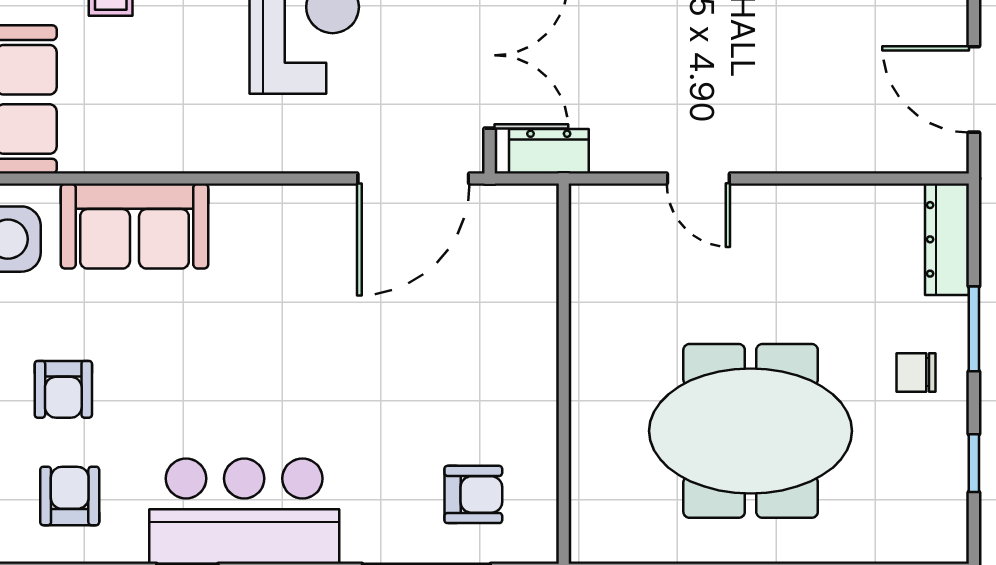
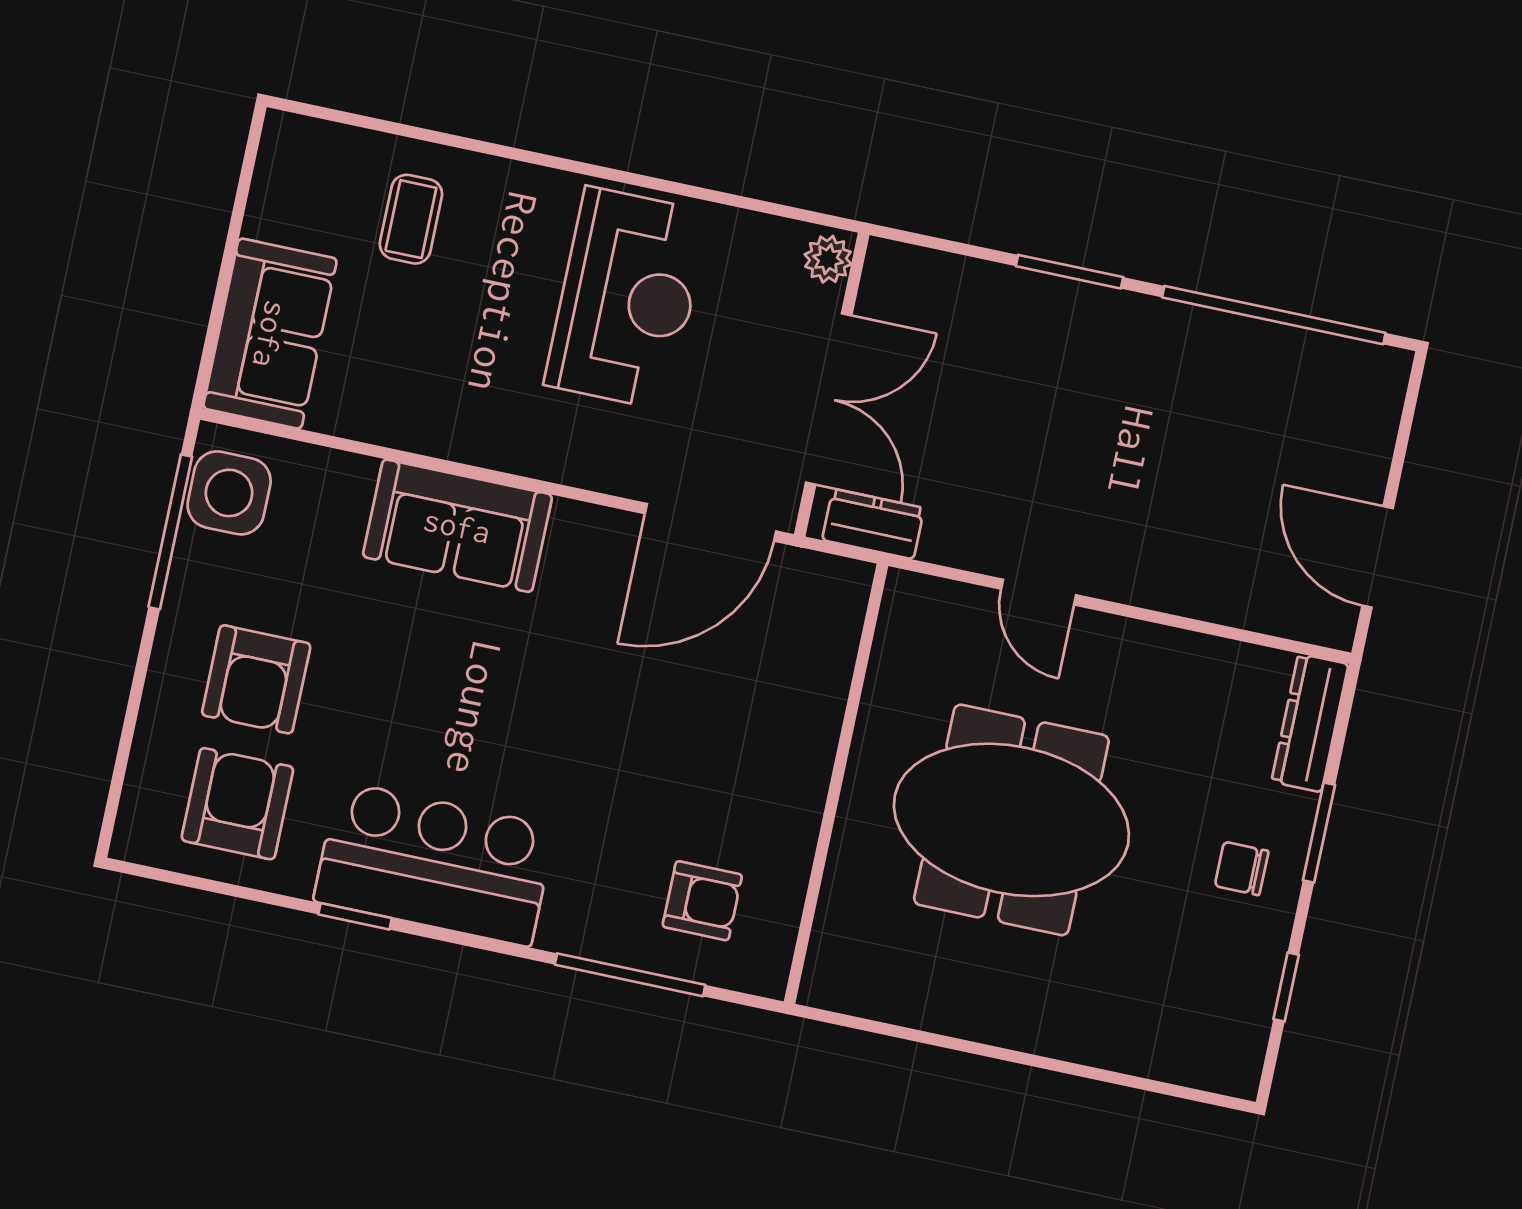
sofa: (134, 226) -> (457, 526), moved
armchair: (63, 389) -> (256, 679), width x1.38, depth x1.38
meeting table: (751, 431) -> (1011, 820), moved
armchair: (70, 496) -> (237, 804), width x1.38, depth x1.38

